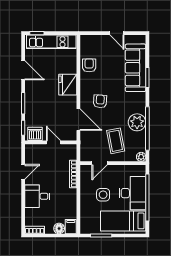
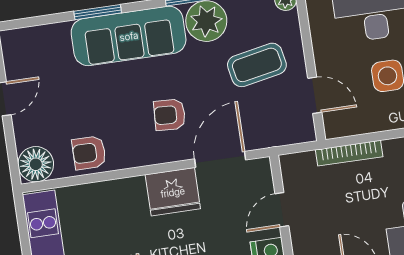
floor lamp: (88, 42) -> (36, 164), added
sofa: (136, 68) -> (129, 36), moved
fridge: (68, 85) -> (173, 192), moved

